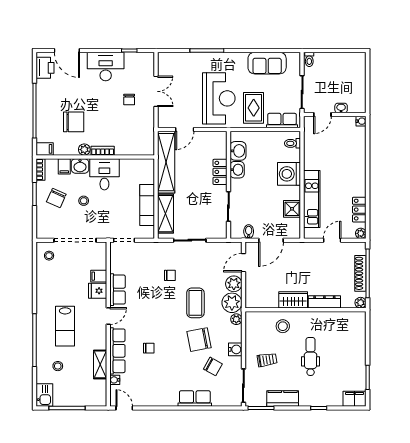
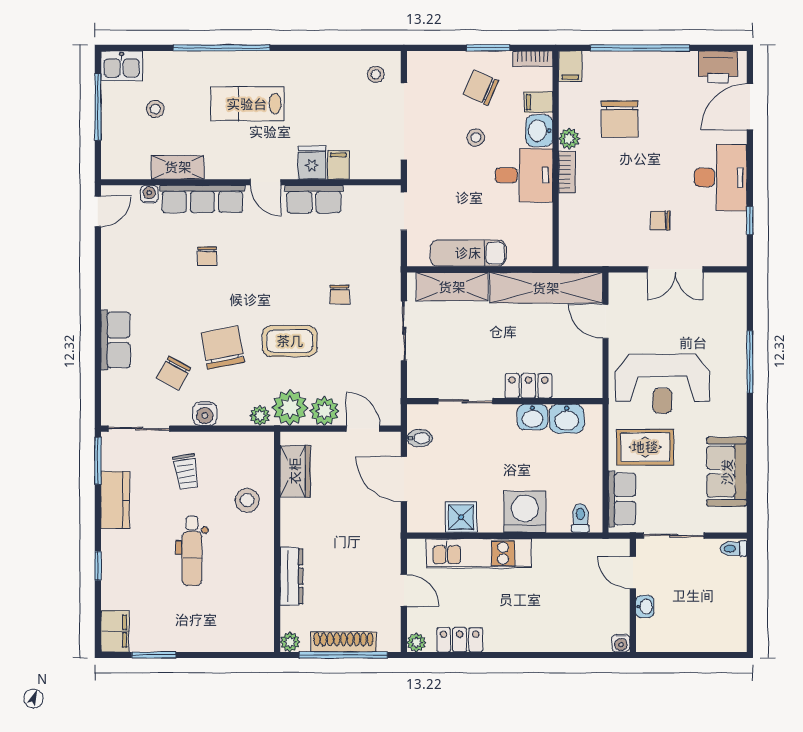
wardrobe: (293, 300) -> (295, 471), moved
dental chair: (311, 357) -> (192, 551), turned 90
stool: (58, 366) -> (155, 109), moved

